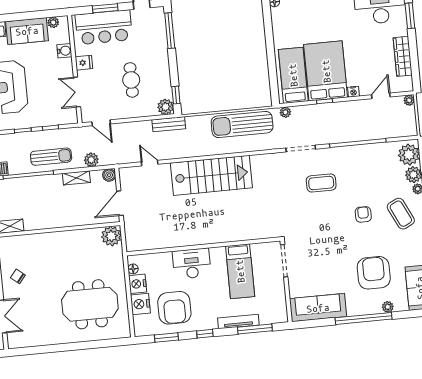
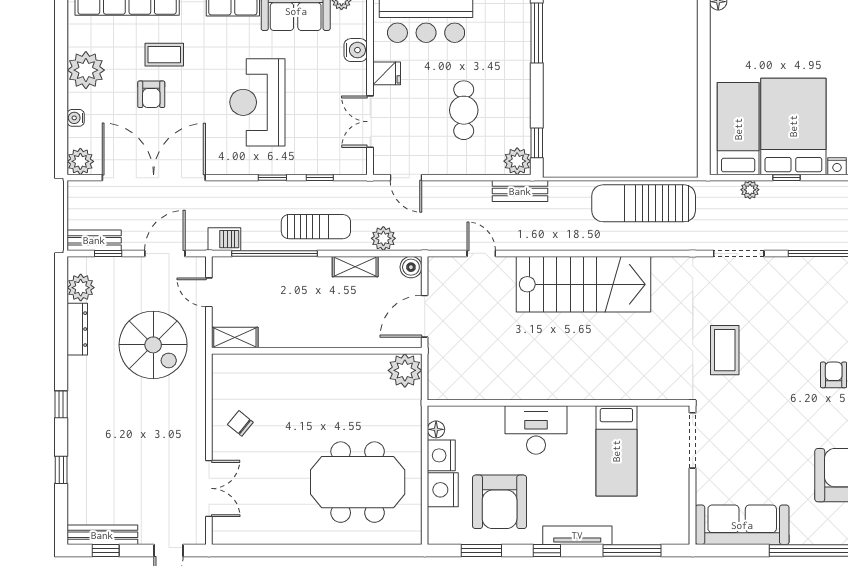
plant: (285, 112) -> (750, 190), moved
coffee table: (321, 183) -> (725, 350), moved, turned 90
tv unit: (238, 321) -> (577, 535), moved

